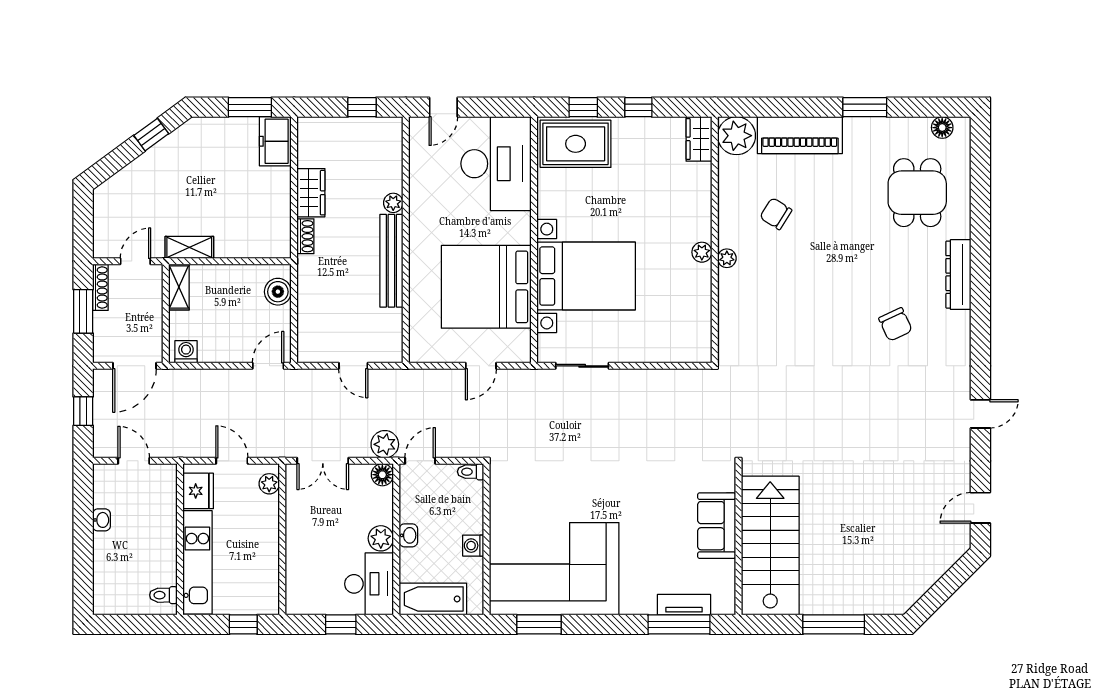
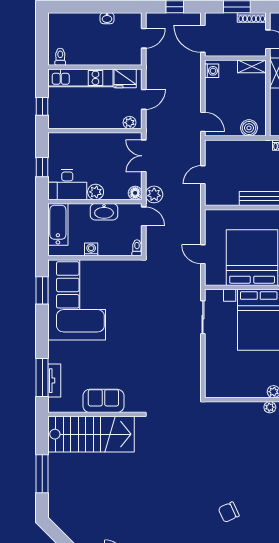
washbasin: (408, 535) -> (104, 212), width x1.91, depth x1.45

